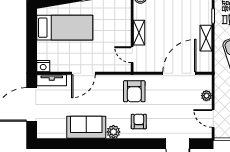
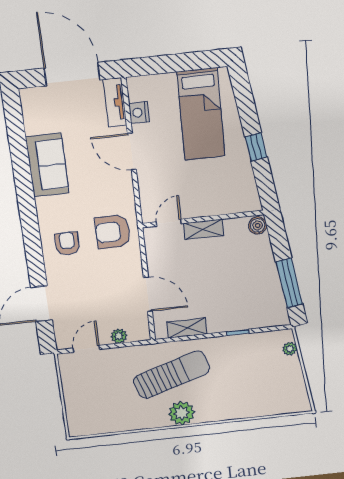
shelving: (206, 38) -> (187, 328), moved
nightstand: (43, 66) -> (139, 113), moved
door: (179, 73) -> (148, 294), width x0.73
armchair: (139, 121) -> (67, 244), turned -90
plant: (113, 132) -> (46, 207), removed

